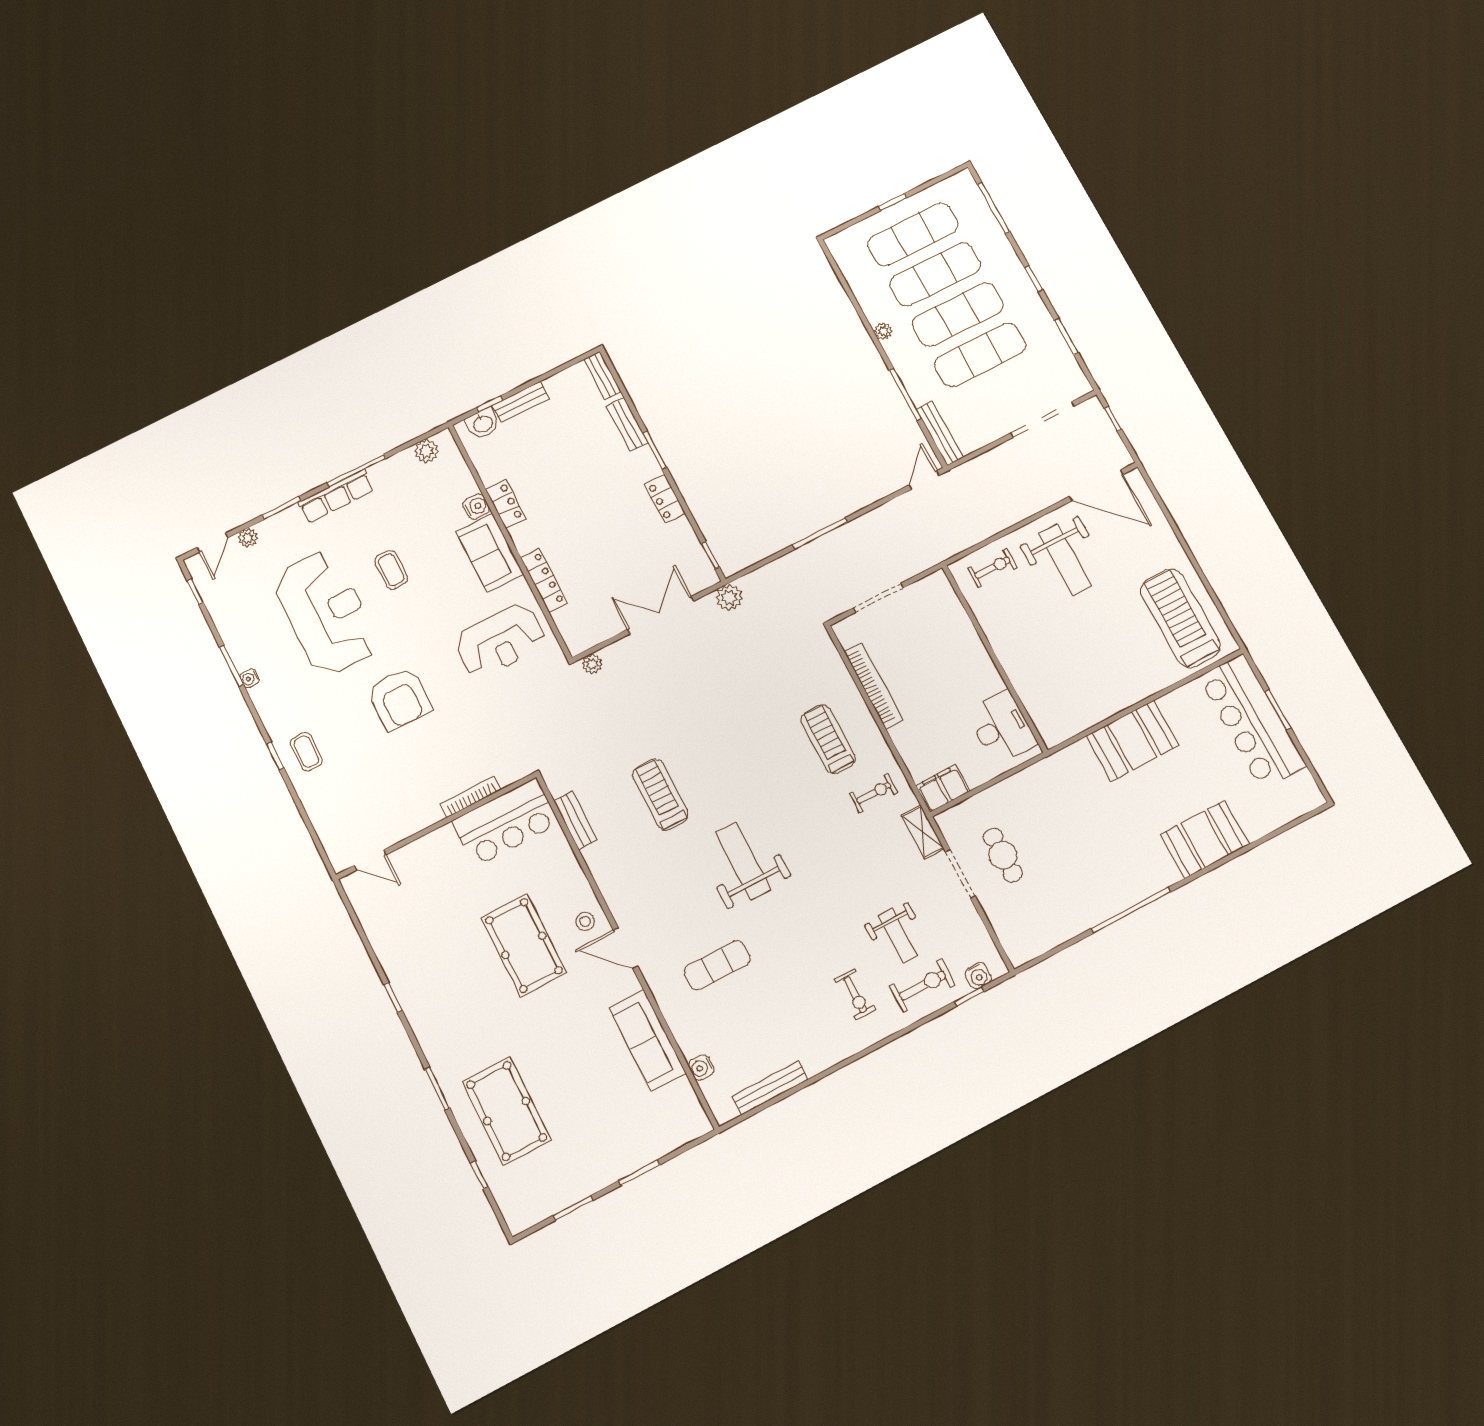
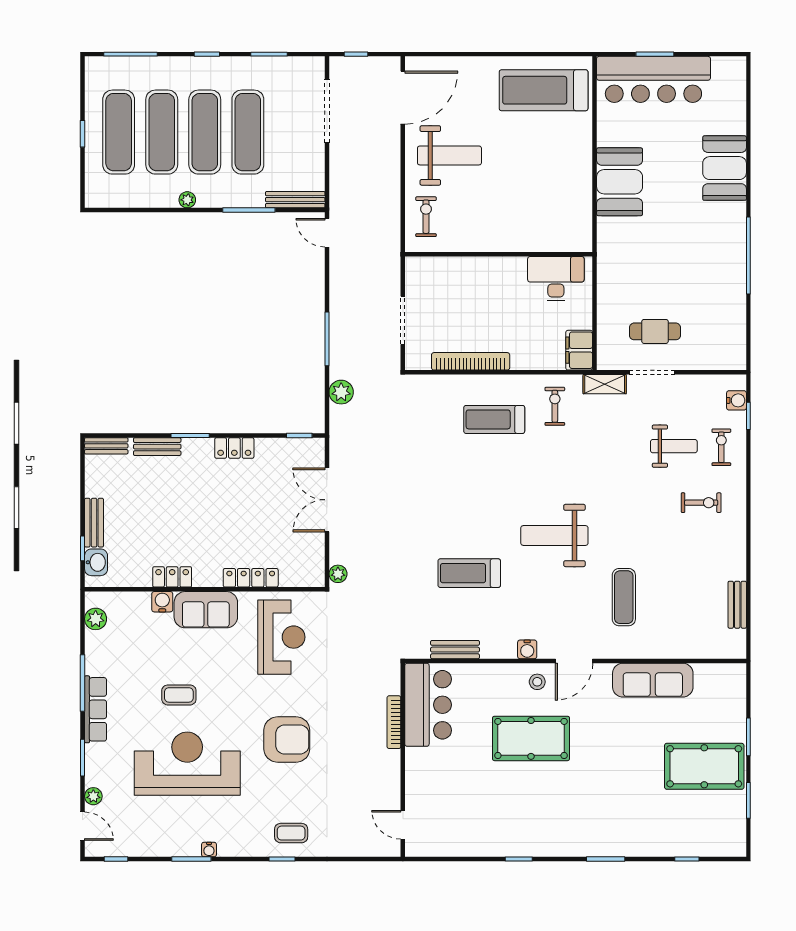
plant: (729, 598) -> (341, 392), moved
door: (370, 860) -> (403, 825), swing flipped
exercise bike: (922, 985) -> (721, 447), width x0.73, depth x0.72
water cooler: (701, 1068) -> (527, 649), moved
bench: (770, 1088) -> (737, 605), width x0.73
pool table: (507, 1111) -> (704, 766), moved

